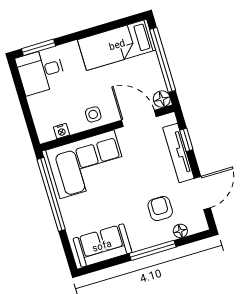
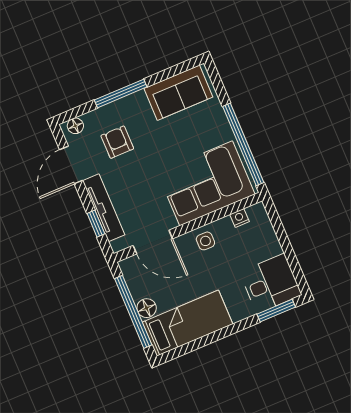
floor lamp: (162, 99) -> (147, 308), moved
armchair: (160, 208) -> (117, 142), turned 180
floor lamp: (180, 231) -> (75, 126), moved

